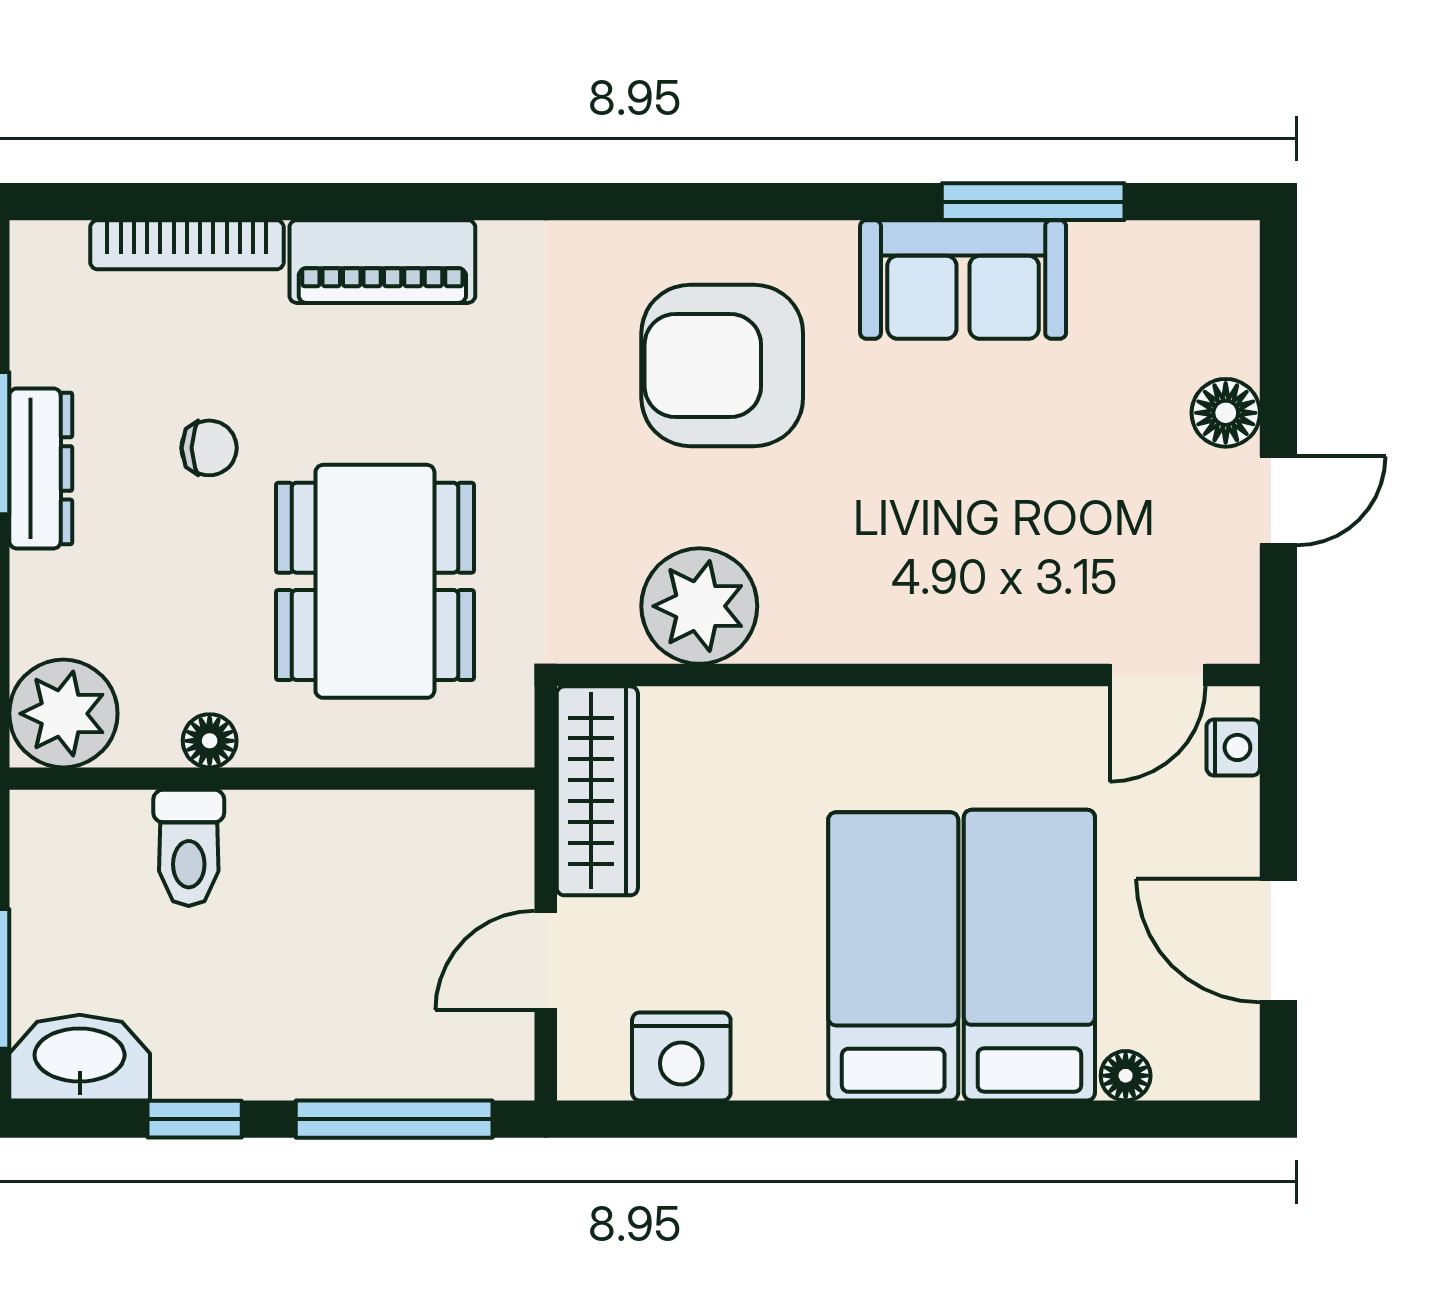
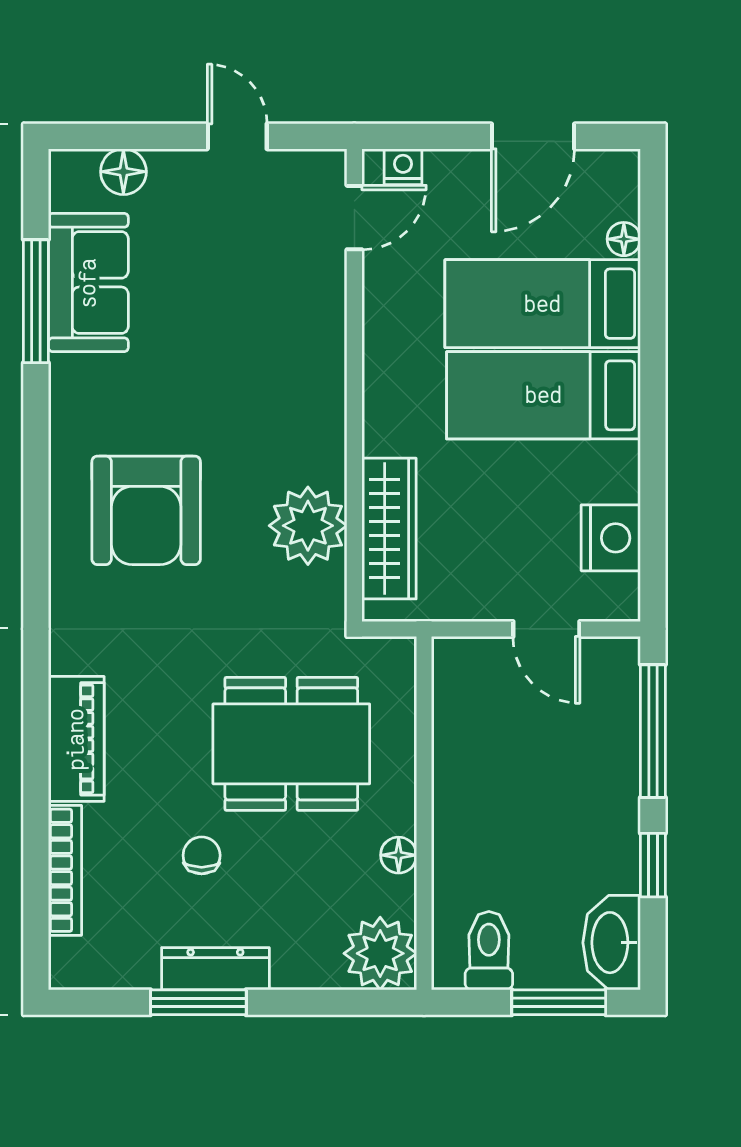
sofa: (963, 279) -> (88, 283), moved
floor lamp: (1226, 413) -> (123, 172), moved
door: (1157, 675) -> (354, 218), hinge flipped
wardrobe: (597, 791) -> (389, 529), moved, turned 90
toilet: (189, 848) -> (489, 951), moved, turned -90

